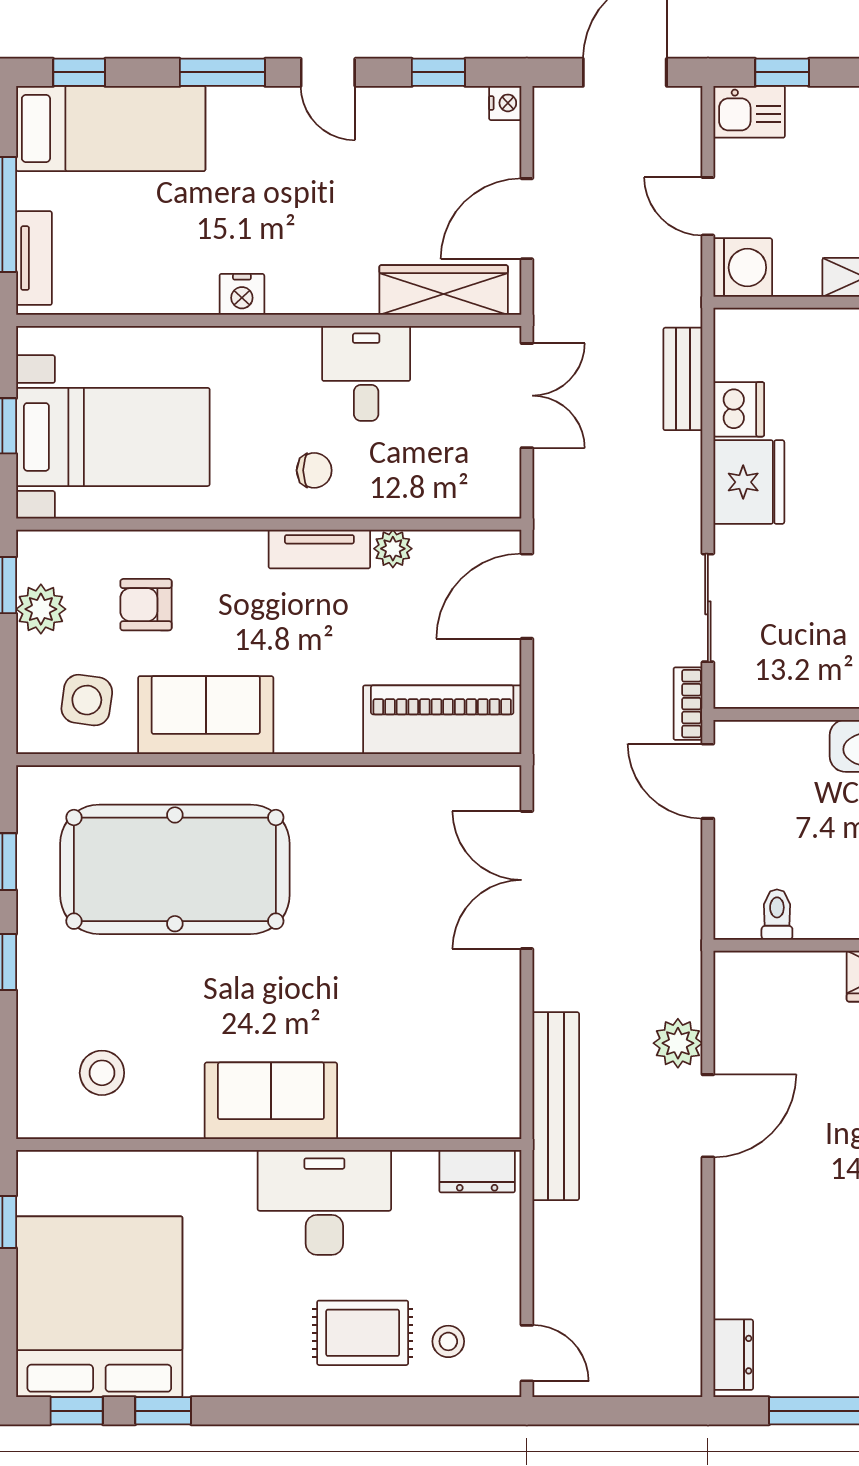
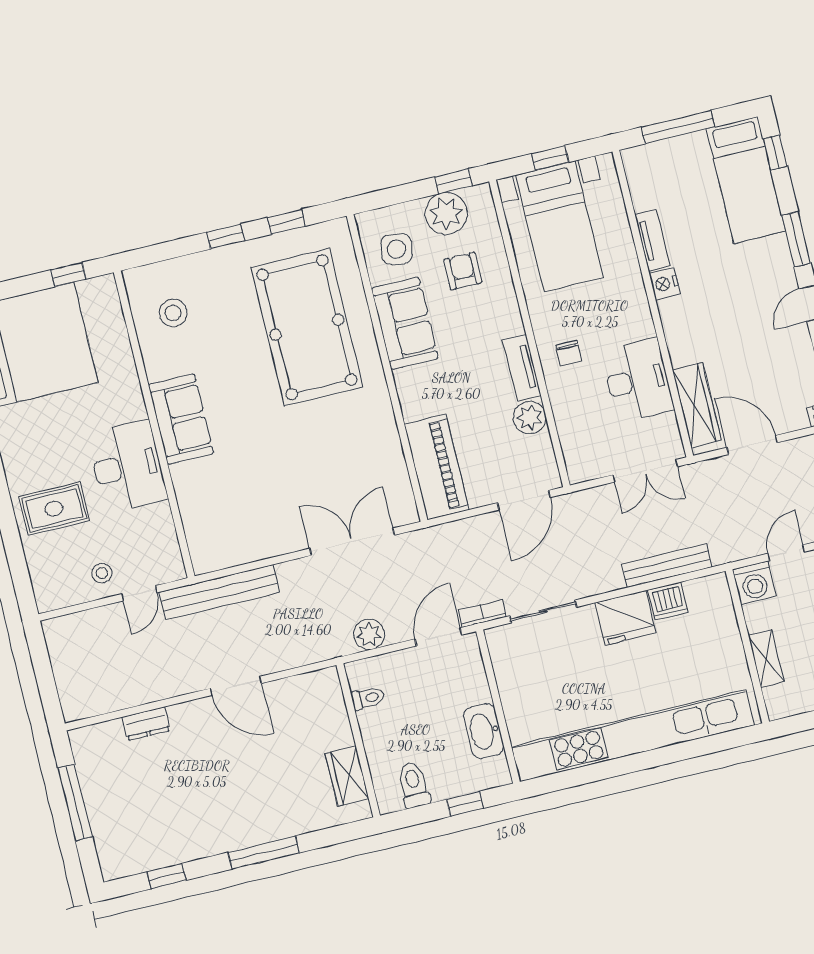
tv unit: (34, 258) -> (652, 240), moved, turned -90
desk: (366, 373) -> (637, 380), width x1.37
bench: (683, 379) -> (667, 566), width x1.36
plant: (393, 549) -> (530, 418), width x1.38, depth x1.38
door: (527, 596) -> (524, 500), swing flipped
plant: (41, 609) -> (446, 213), width x1.36, depth x1.36
plant: (678, 1043) -> (369, 634), moved
dresser: (477, 1171) -> (169, 554), removed
rug: (363, 1333) -> (54, 509), turned 90
stool: (448, 1341) -> (102, 573), moved
door: (527, 1353) -> (139, 593), moved
dresser: (733, 1355) -> (146, 724), moved

